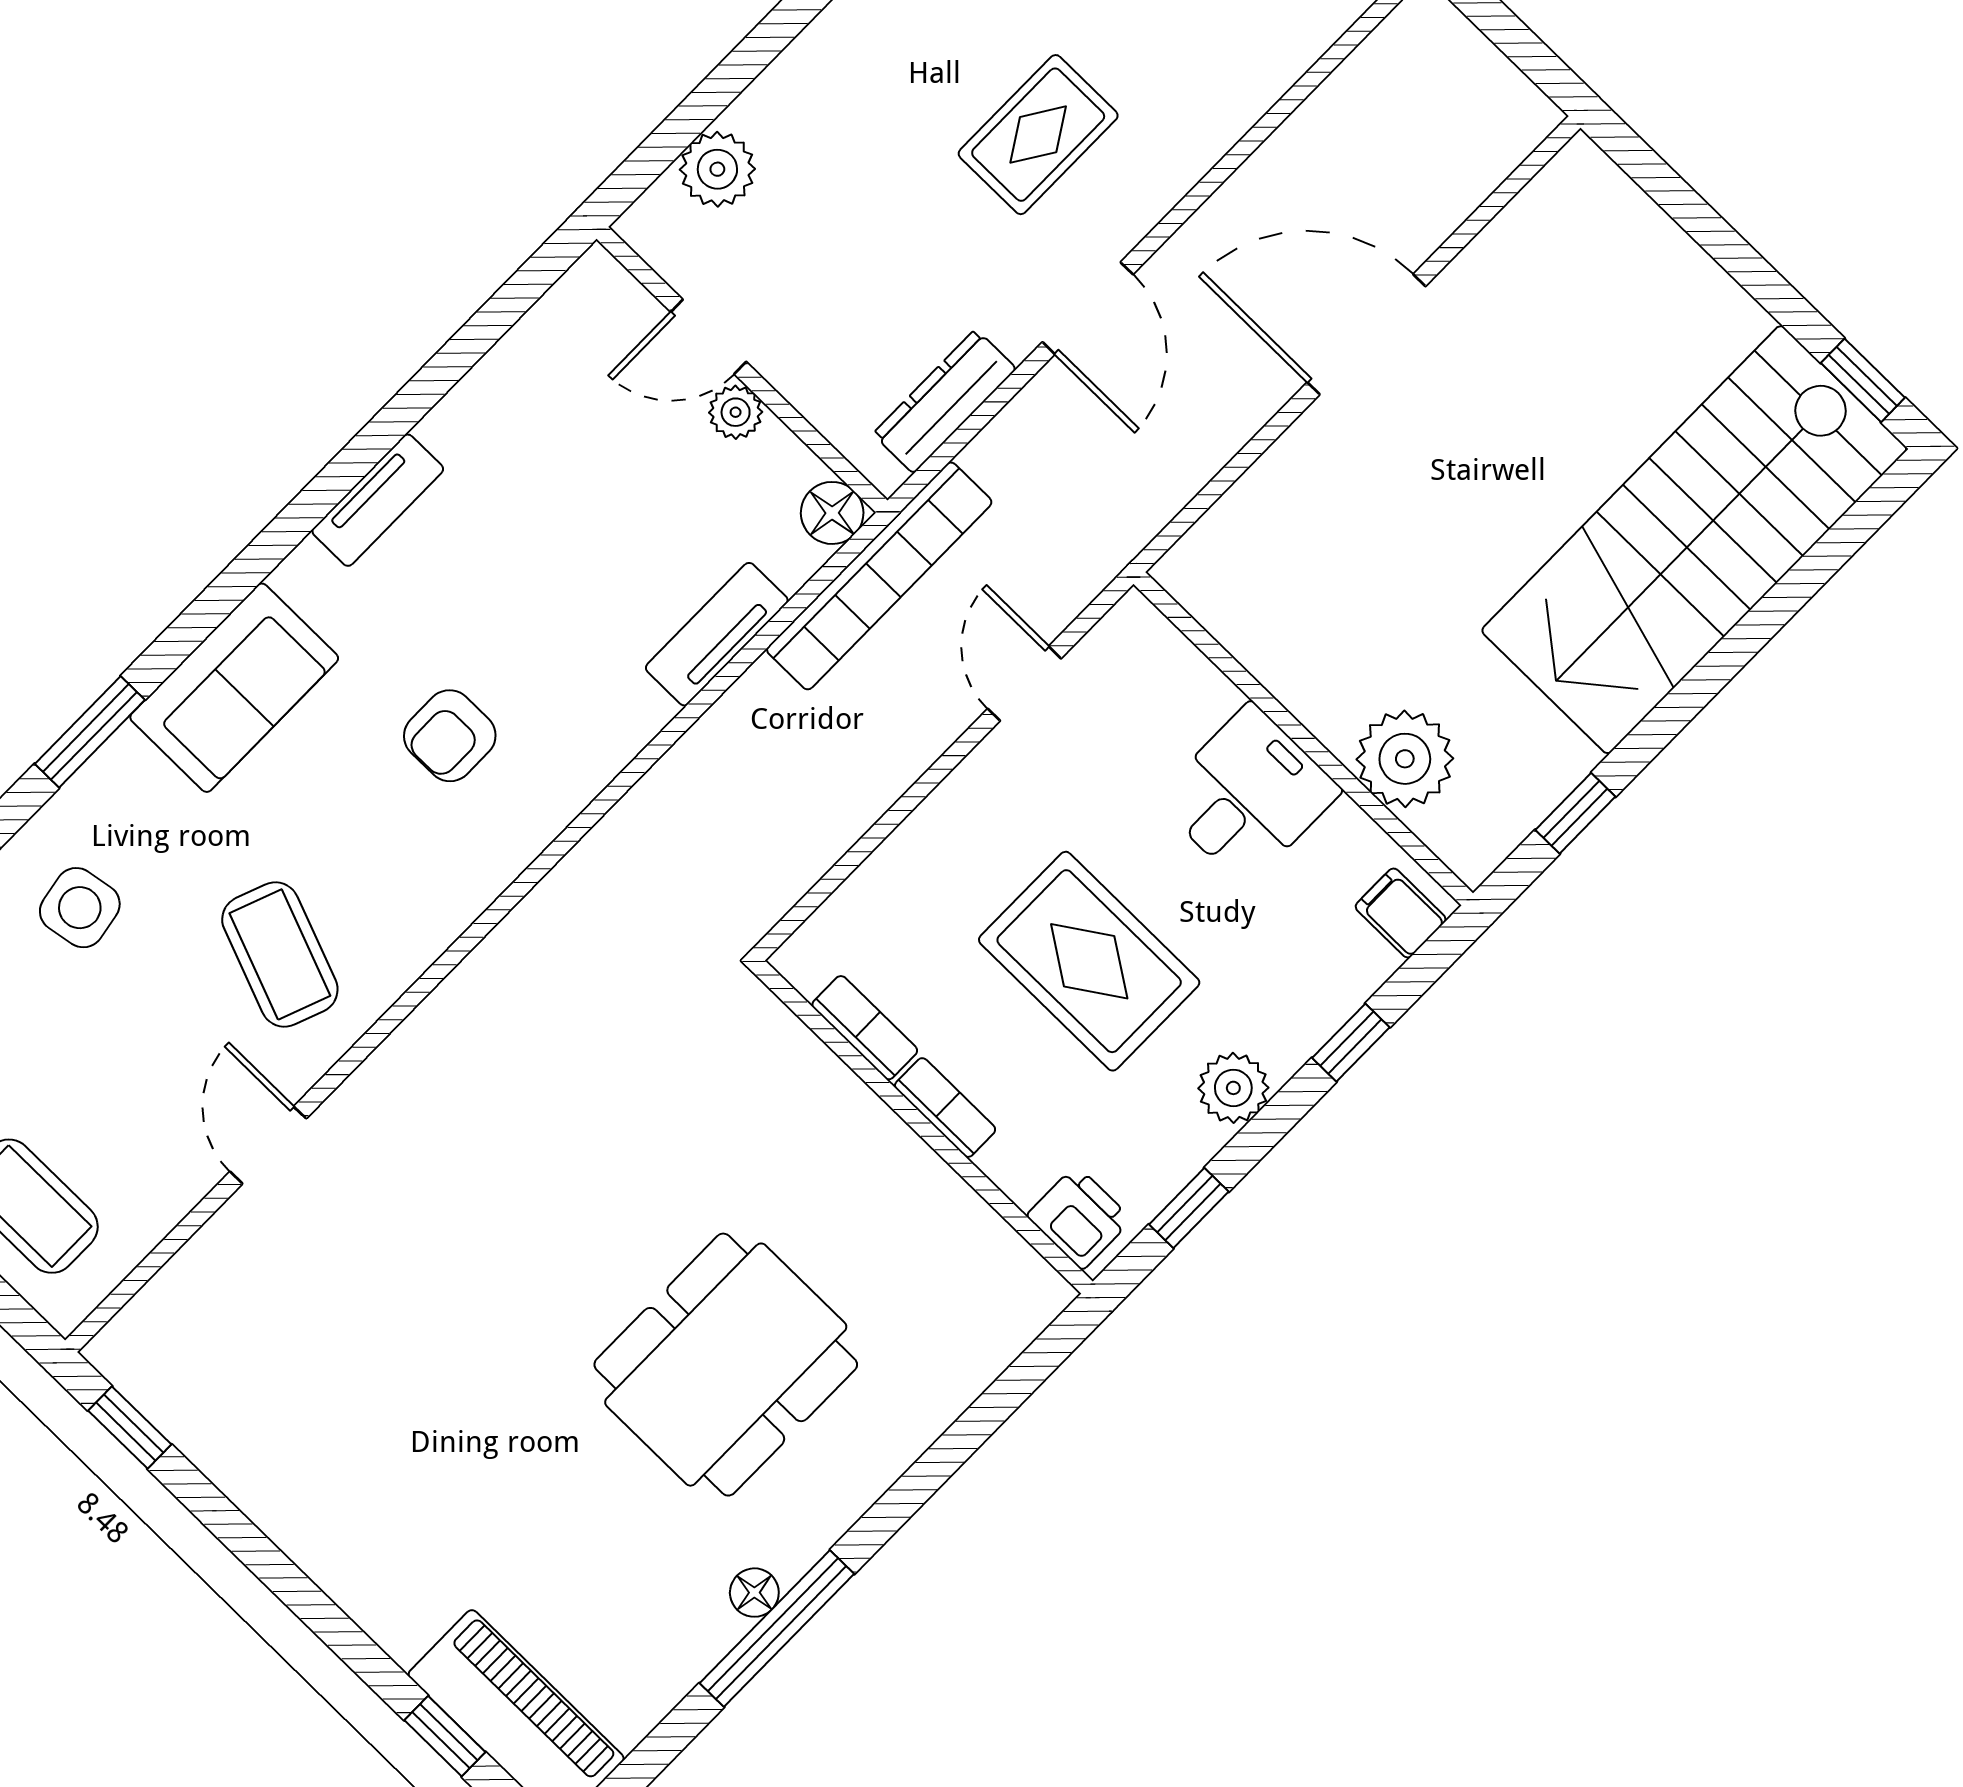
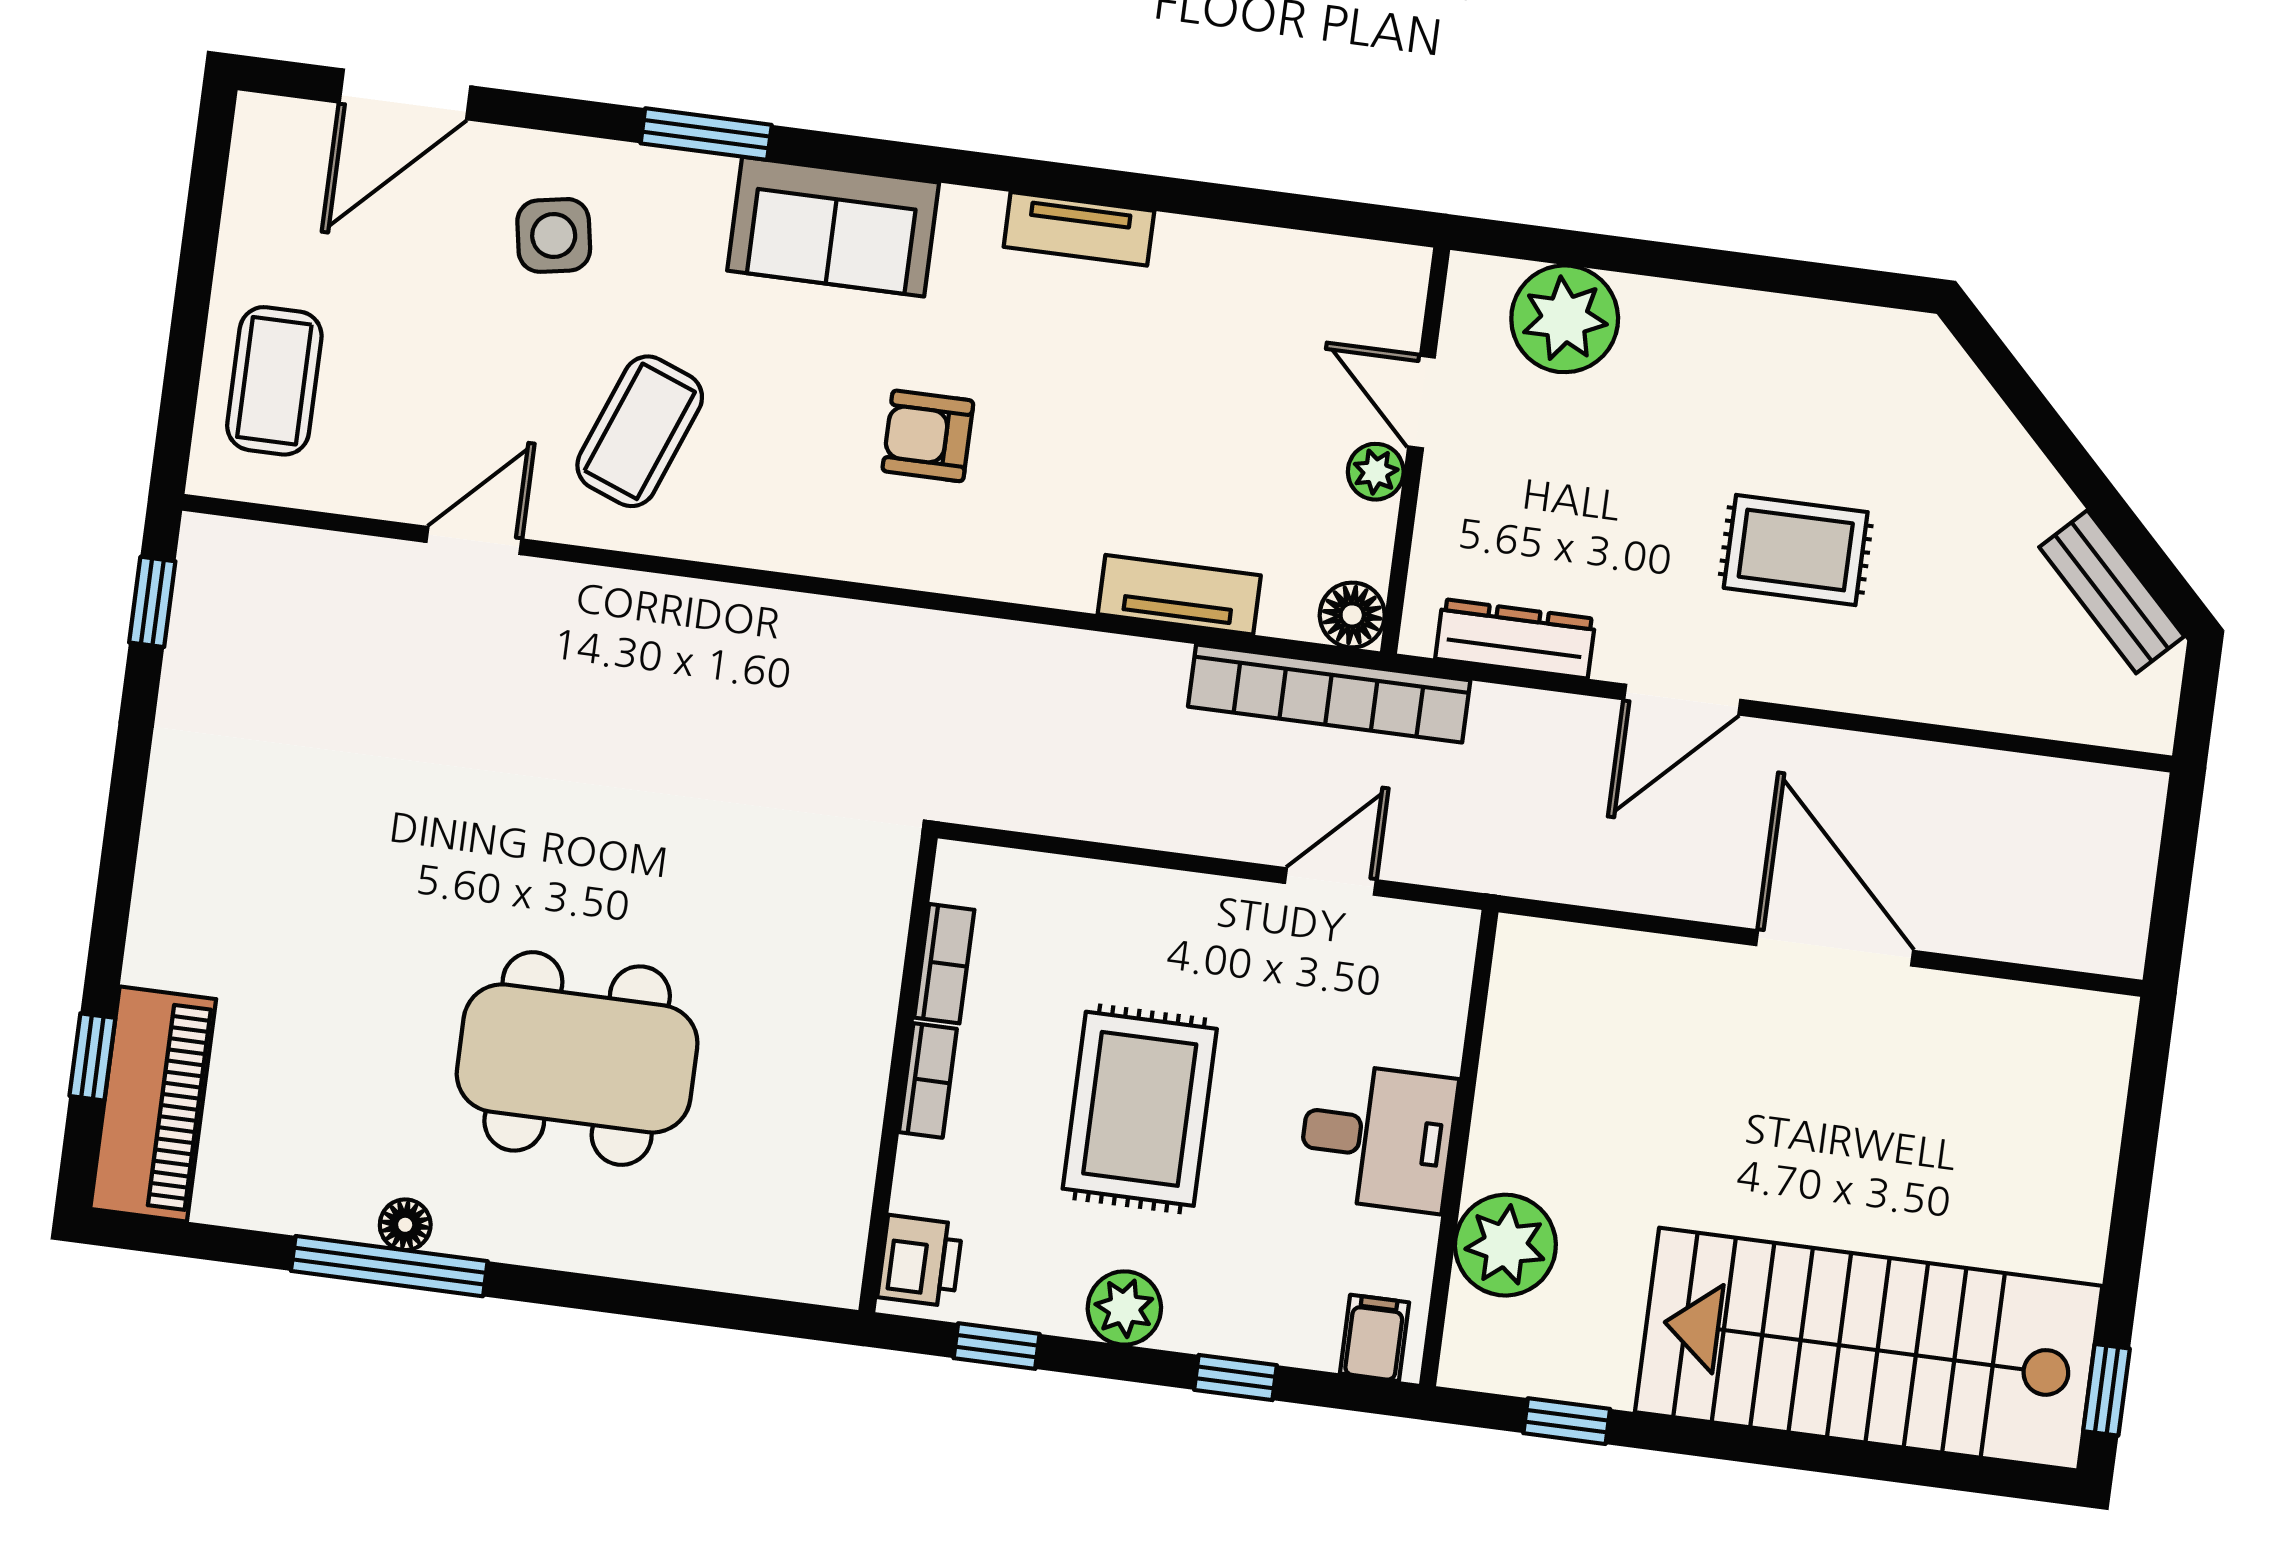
plant: (717, 169) -> (1565, 319), width x1.36, depth x1.36

